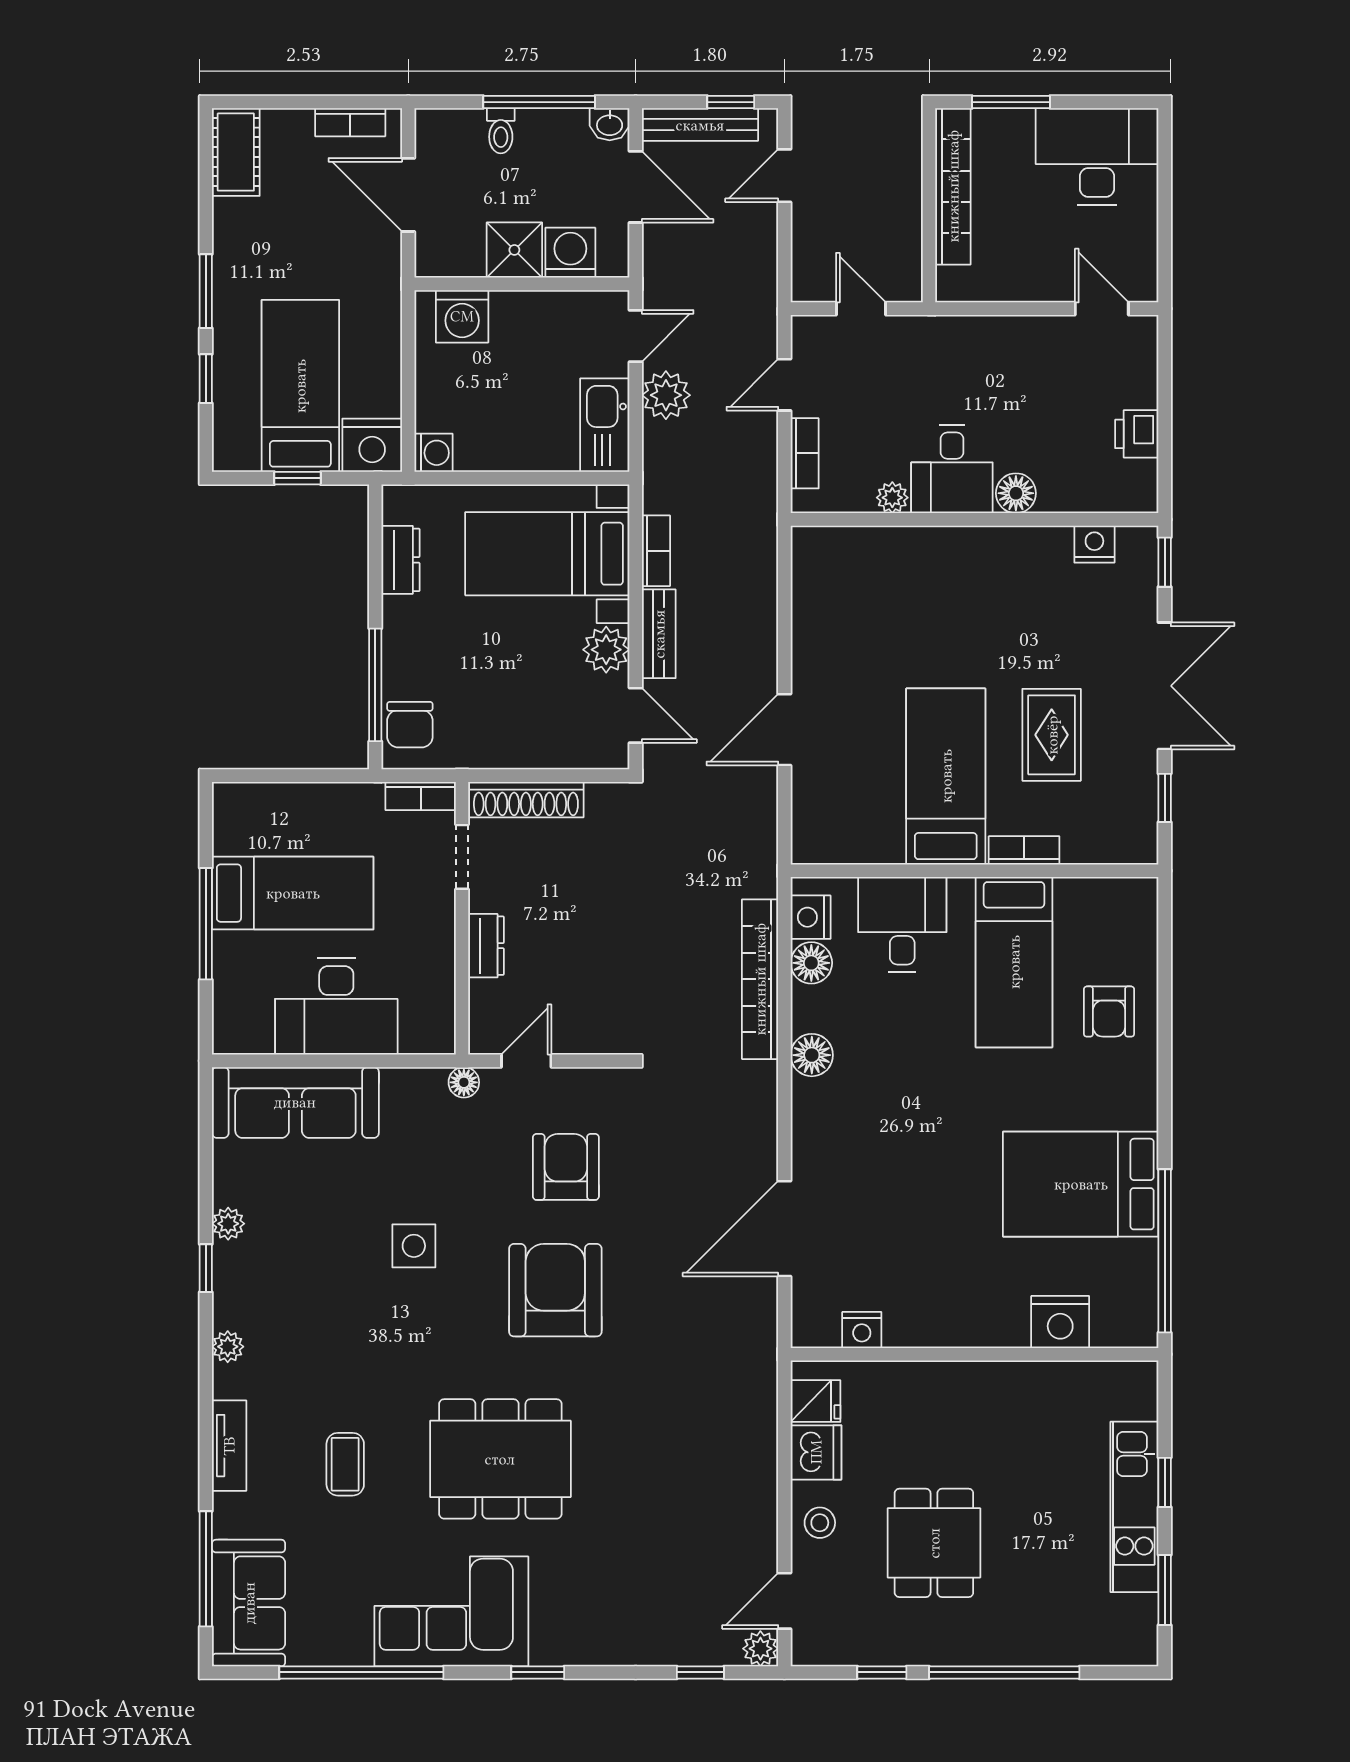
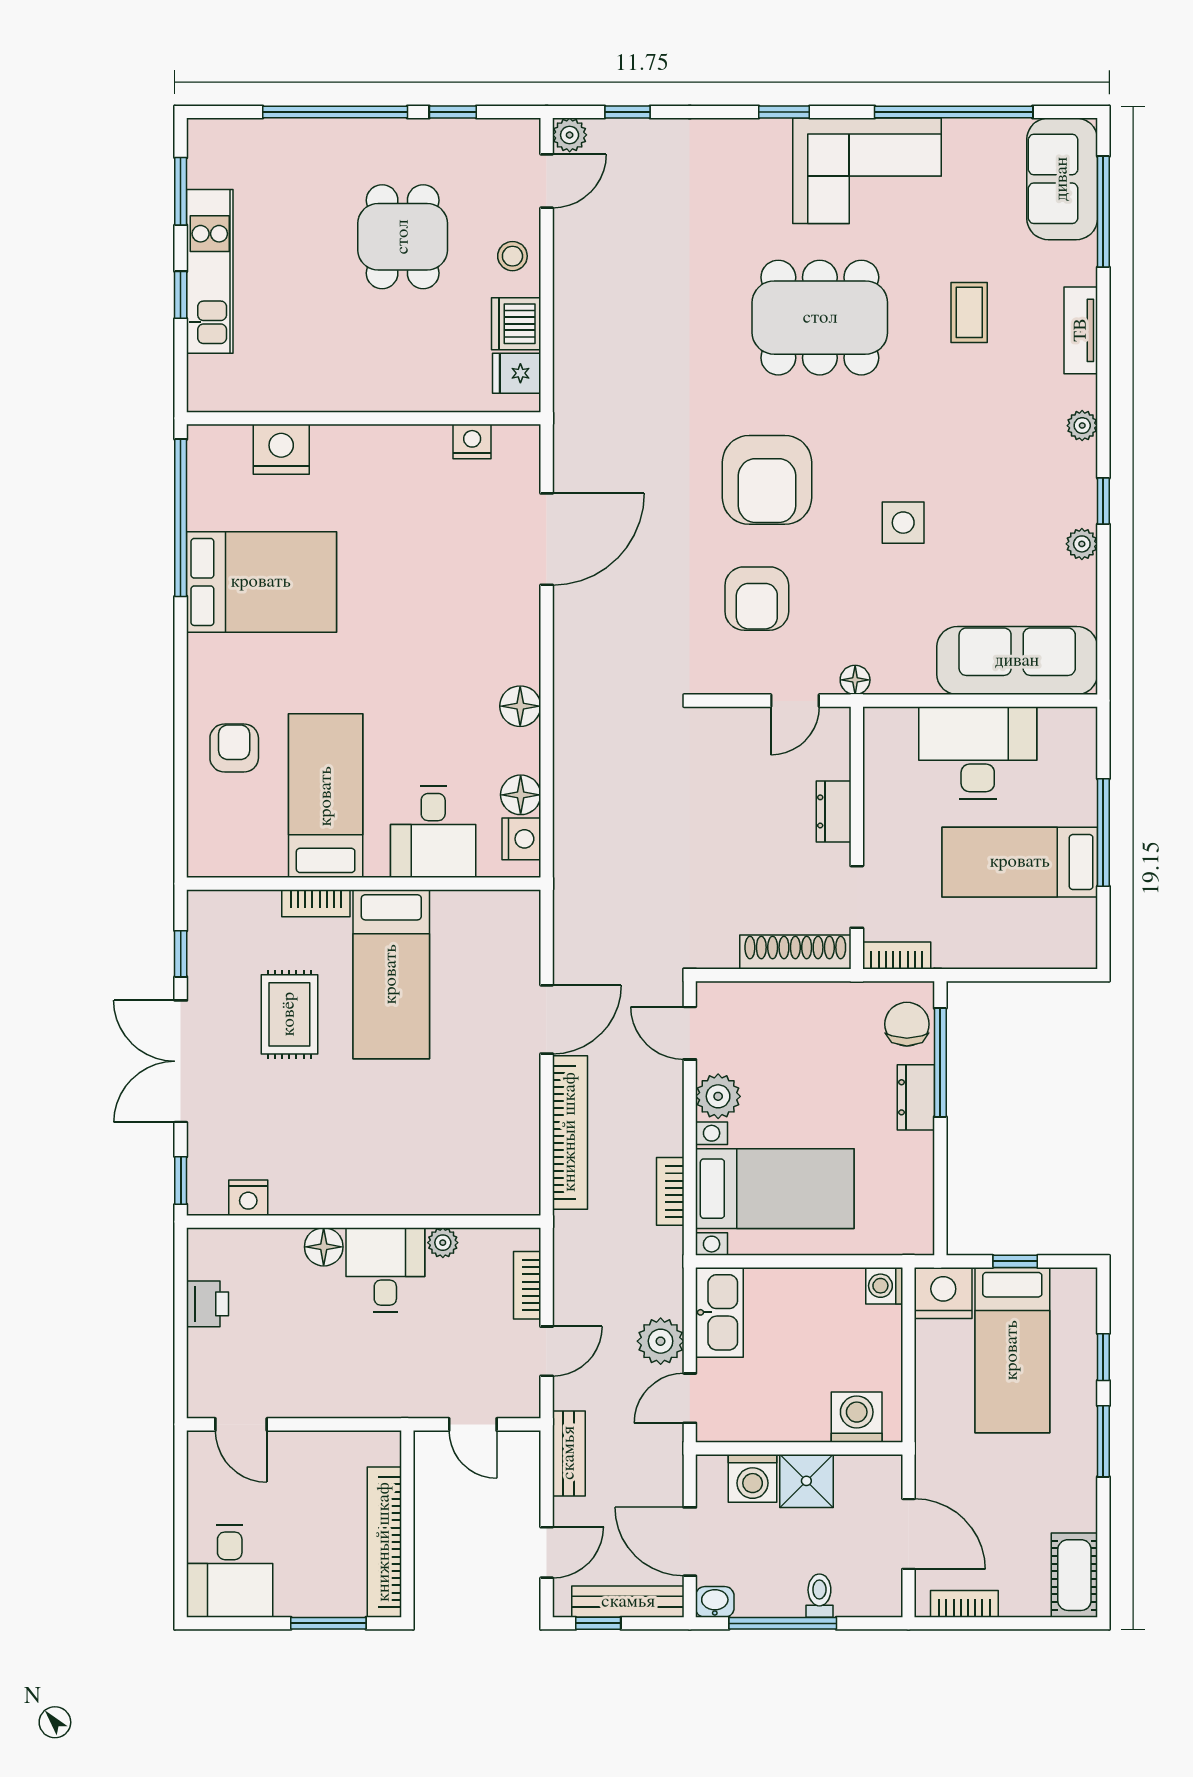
desk: (1097, 156) -> (230, 1571), width x0.73
dresser: (401, 560) -> (916, 1097), moved
bench: (659, 634) -> (569, 1453), moved
bookcase: (760, 979) -> (570, 1132), moved

